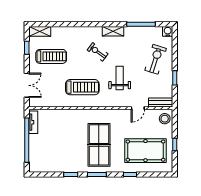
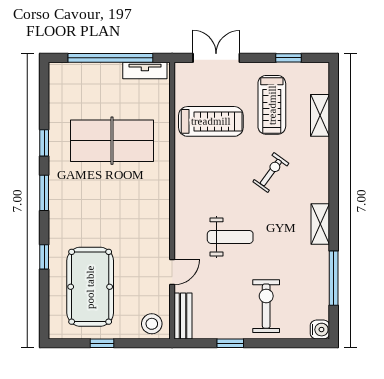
shelving: (40, 31) -> (320, 115), moved
exercise bike: (98, 52) -> (271, 172), moved
exercise bike: (156, 59) -> (266, 306), turned -108
double door: (27, 85) -> (216, 58), swing flipped
treadmill: (82, 87) -> (211, 121), moved, turned -90
door: (138, 108) -> (172, 272), swing flipped
table tennis table: (99, 145) -> (112, 141), moved

